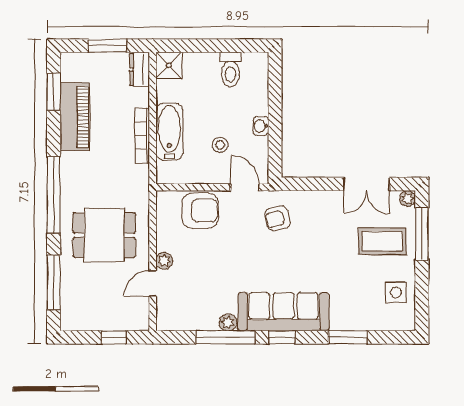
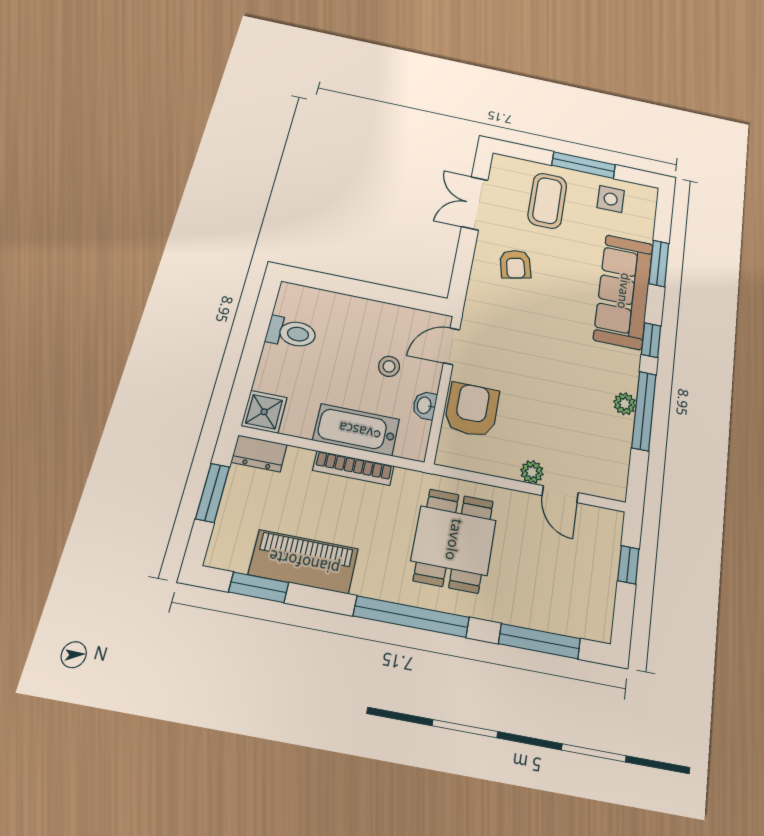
washbasin: (261, 126) -> (425, 405), moved, turned 90
double door: (366, 184) -> (475, 203), swing flipped
plant: (408, 198) -> (500, 163), removed
armchair: (278, 218) -> (515, 264), moved
window: (422, 234) -> (584, 165), moved
dining table: (104, 235) -> (454, 540), moved
sofa: (284, 312) -> (624, 291), moved

